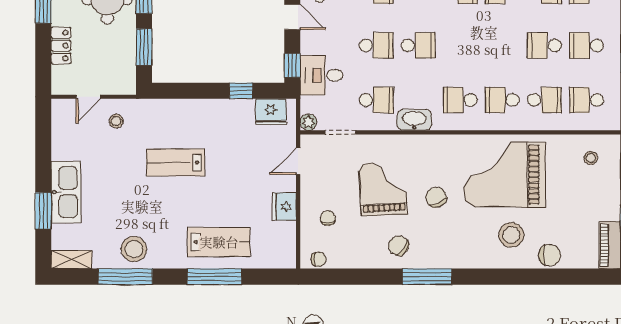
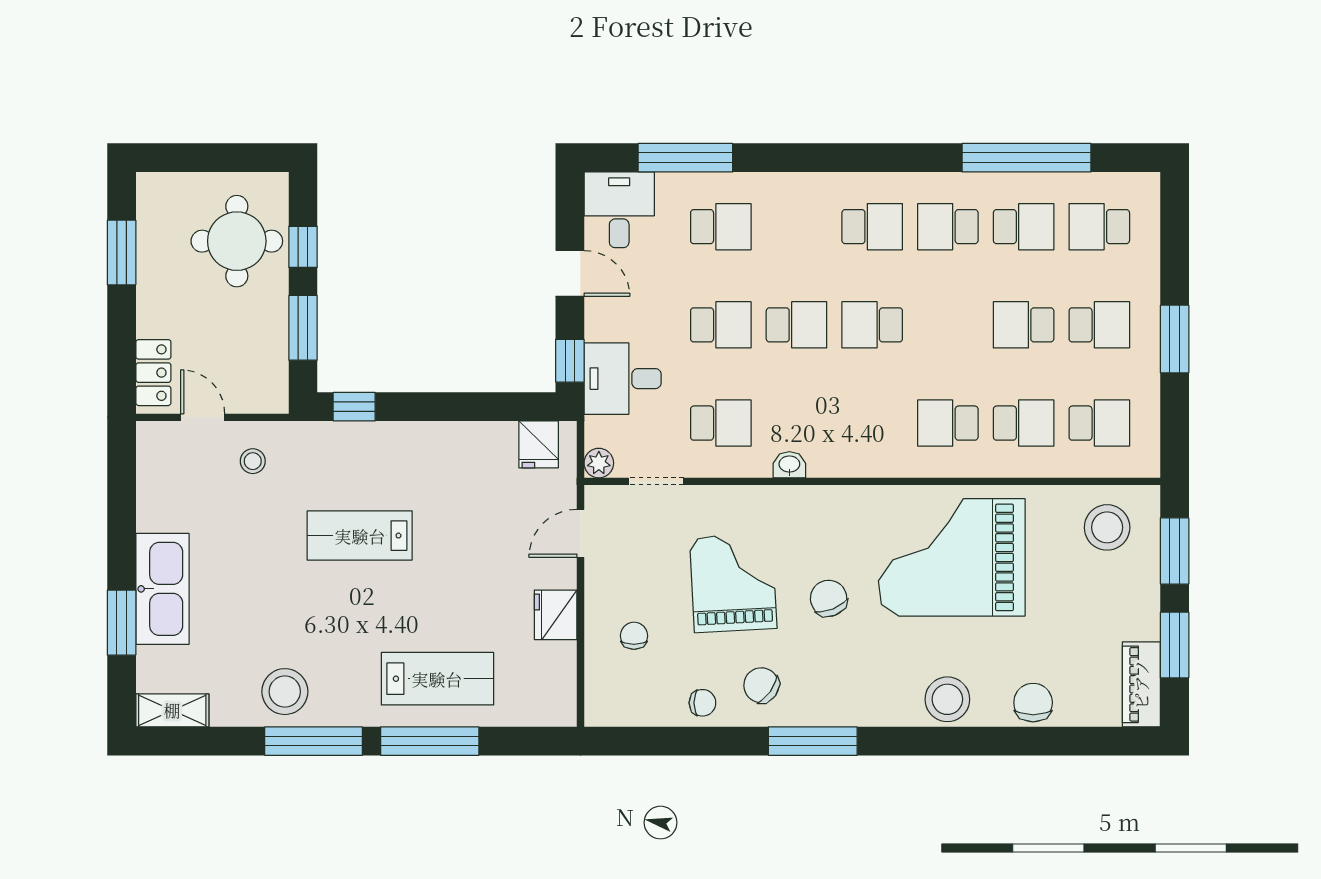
school desk: (586, 45) -> (1099, 325), turned 180
locker: (61, 46) -> (153, 373), moved
window: (241, 91) -> (354, 407), moved
door: (88, 97) -> (203, 417), swing flipped
school desk: (460, 100) -> (872, 325), moved
school desk: (586, 100) -> (1099, 423), turned 180
fridge: (271, 112) -> (539, 444), width x0.72
washbasin: (414, 120) -> (789, 465), width x0.52, depth x0.69
stool: (591, 158) -> (1107, 527), width x1.89, depth x1.89
stool: (511, 235) -> (947, 699), moved
chair: (550, 255) -> (1033, 703), turned -90
chair: (319, 259) -> (702, 703), moved
window: (125, 277) -> (313, 741), moved

